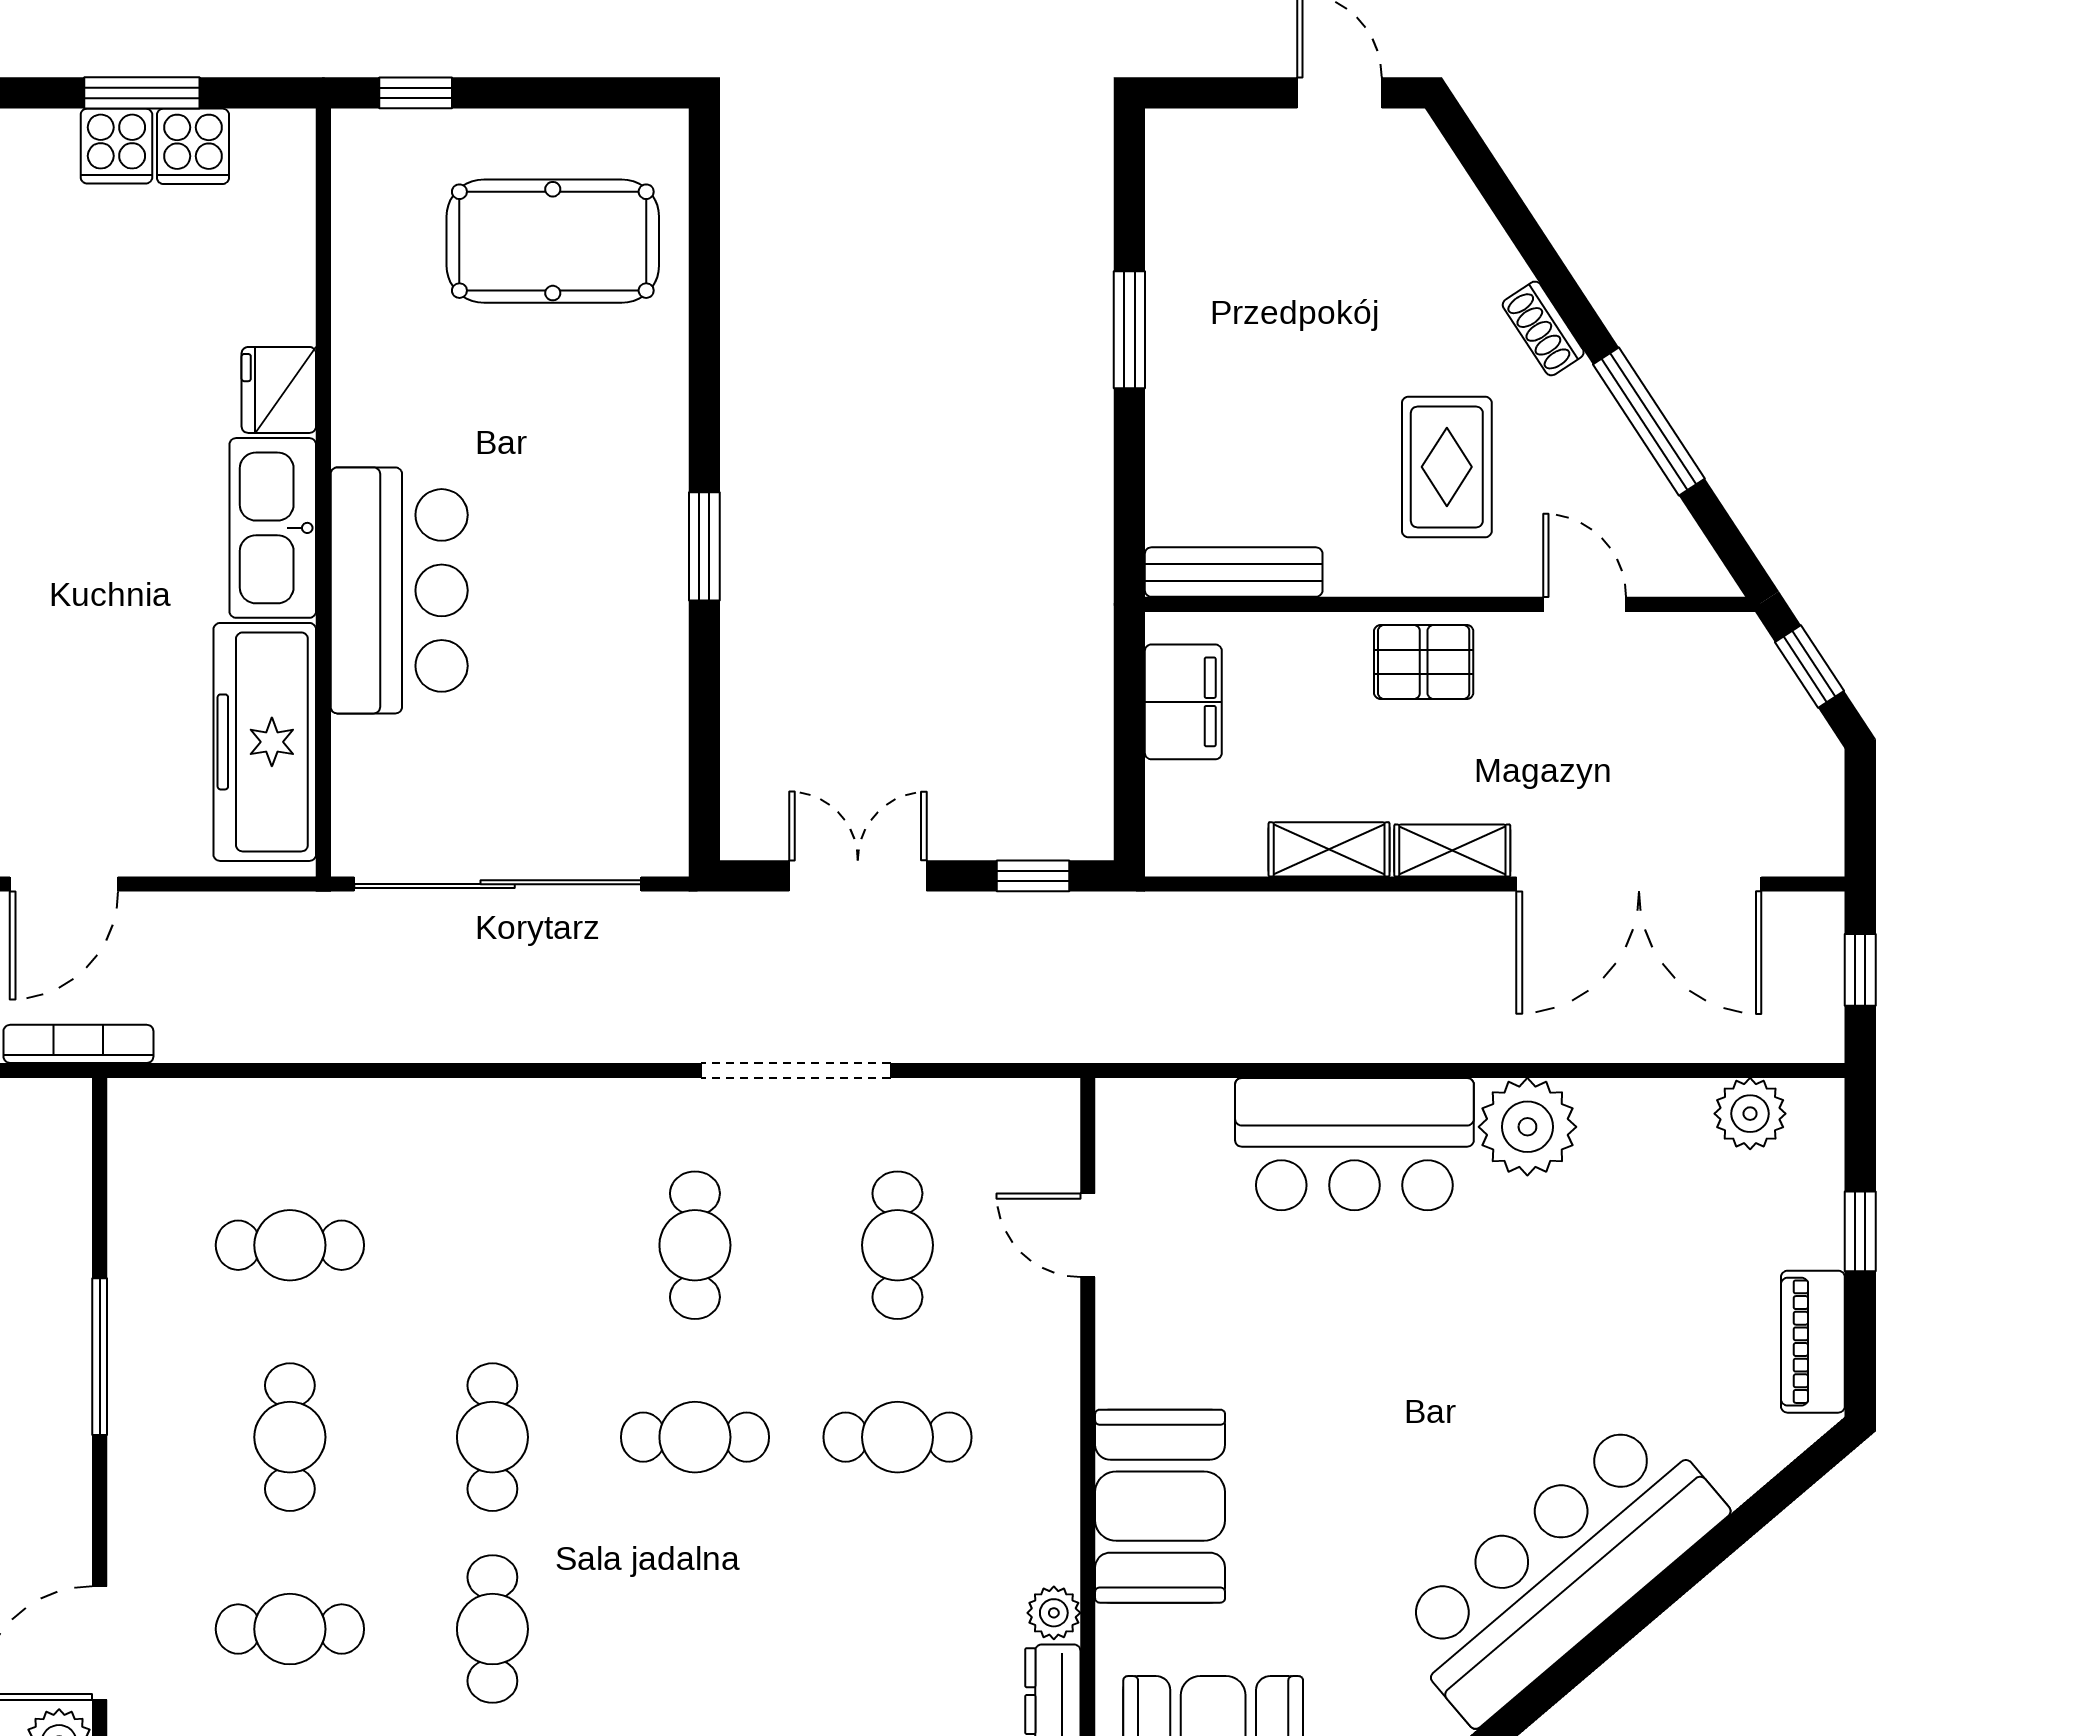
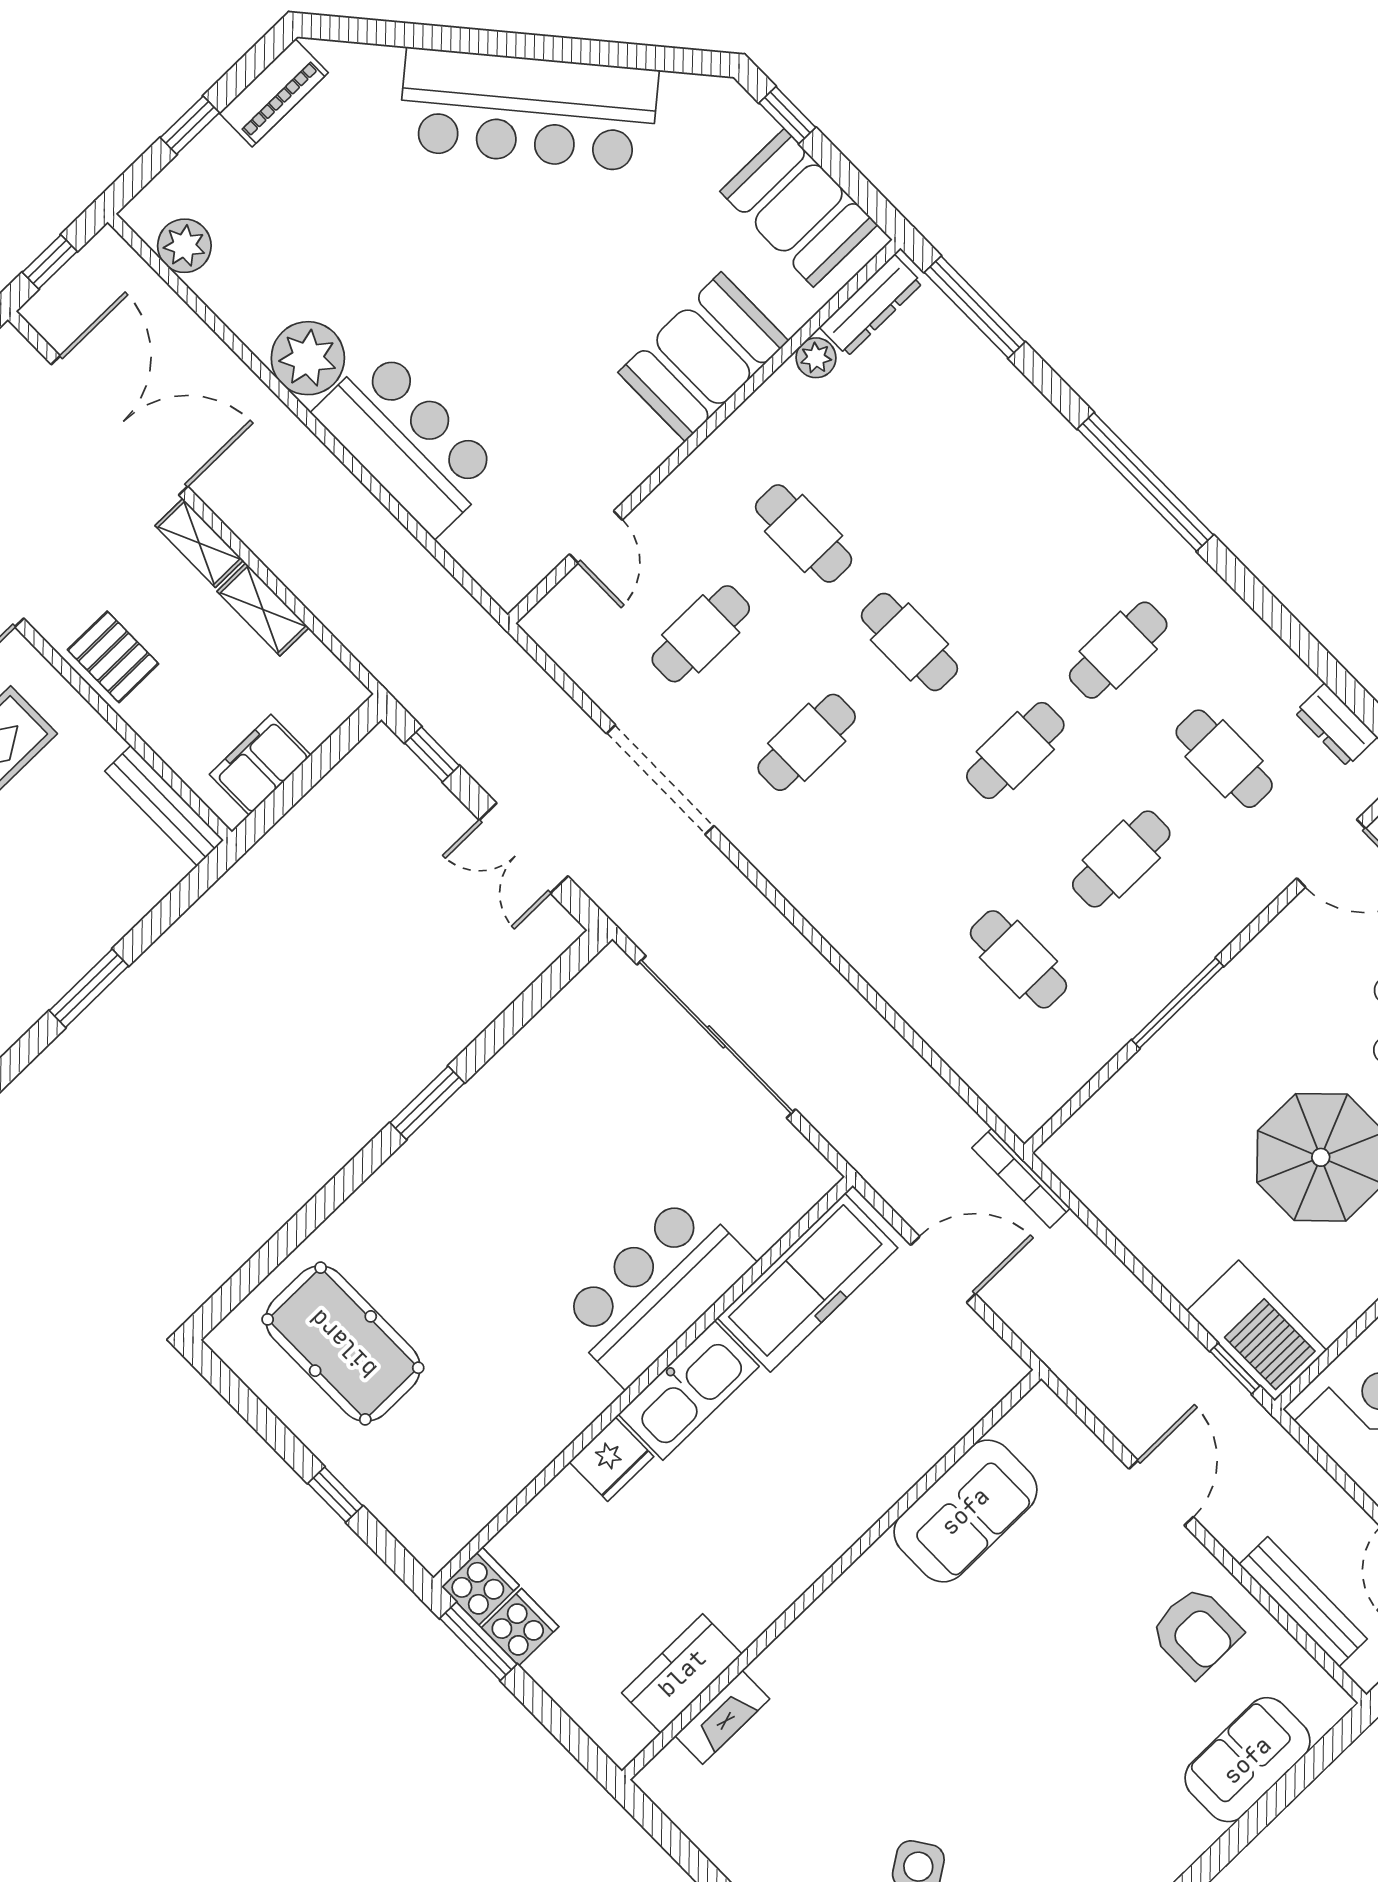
fridge: (279, 390) -> (611, 1459), moved
wall: (323, 493) -> (643, 1382), moved
kitchen sink: (273, 528) -> (689, 1390), moved
bar counter: (399, 590) -> (656, 1290), moved
freezer: (265, 742) -> (807, 1283), moved

